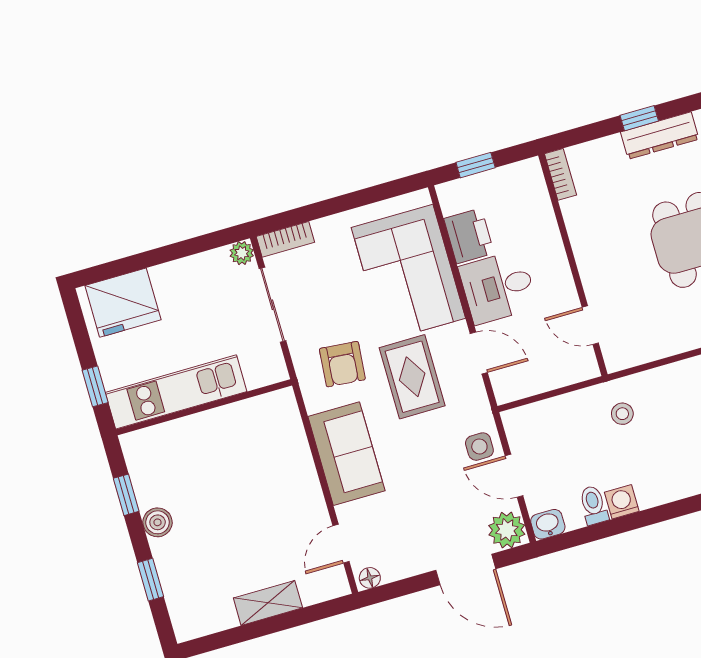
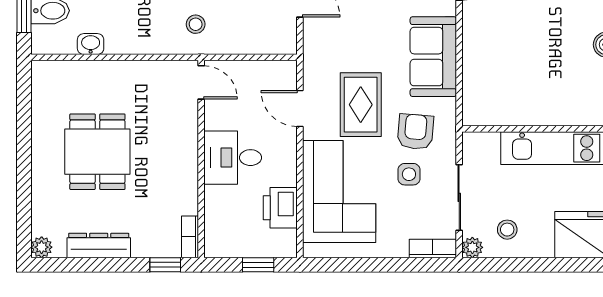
window: (639, 118) -> (165, 265), moved
stool: (209, 284) -> (507, 230), added
desk: (498, 287) -> (233, 158), moved, turned 180
door: (590, 325) -> (201, 82), moved
side table: (479, 447) -> (409, 174), moved

